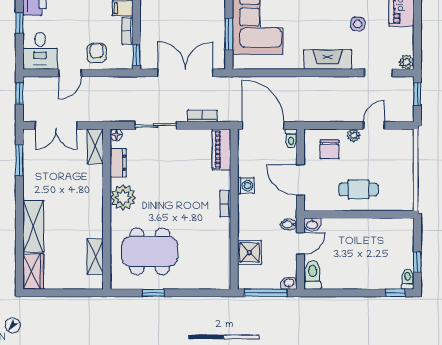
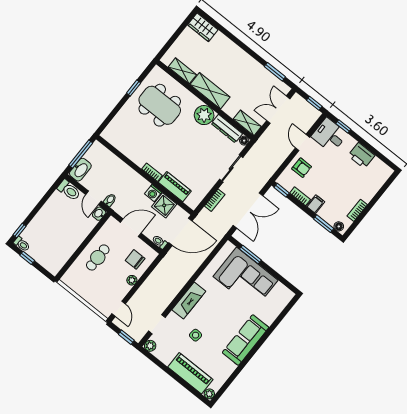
window: (19, 23) -> (343, 126), moved
door: (374, 125) -> (119, 309), moved
piano: (221, 149) -> (175, 187), moved
dresser: (118, 163) -> (227, 129), width x1.44
shelving: (33, 226) -> (210, 91), moved
dining table: (150, 251) -> (160, 105), turned 90
shower: (250, 252) -> (164, 205), moved
washbasin: (289, 283) -> (80, 170), width x1.91, depth x1.45

